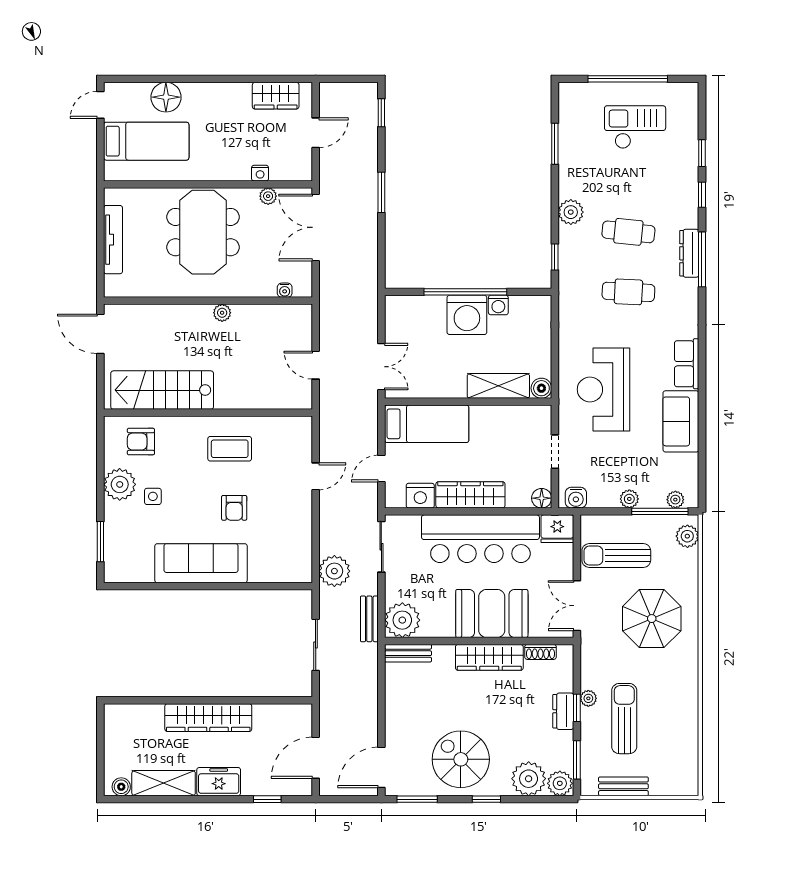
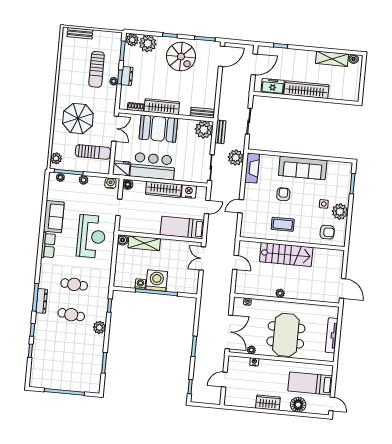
wardrobe: (276, 96) -> (268, 403), moved
door: (100, 105) -> (332, 404), hinge flipped
checkout: (635, 127) -> (63, 367), removed
stairs: (162, 390) -> (286, 254), moved
bar counter: (480, 539) -> (153, 166), width x0.73
fireplace: (300, 554) -> (252, 168), added
freezer: (219, 782) -> (273, 86), moved, turned 180
bench: (623, 786) -> (80, 33), moved

